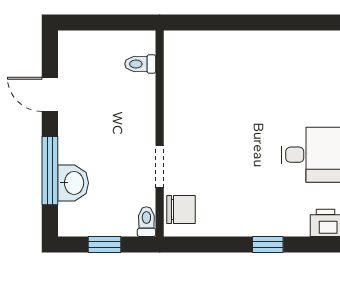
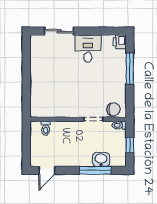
door: (50, 94) -> (47, 170), moved
chair: (181, 209) -> (113, 109), turned 90
window: (268, 244) -> (130, 69), width x2.17

